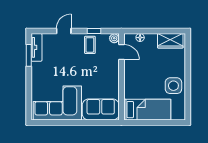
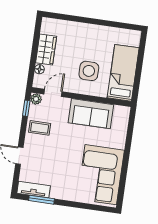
window: (94, 31) -> (26, 108), moved
wardrobe: (170, 41) -> (46, 49), moved
side table: (173, 86) -> (89, 71), moved
sofa: (101, 110) -> (91, 114), moved, turned -90

